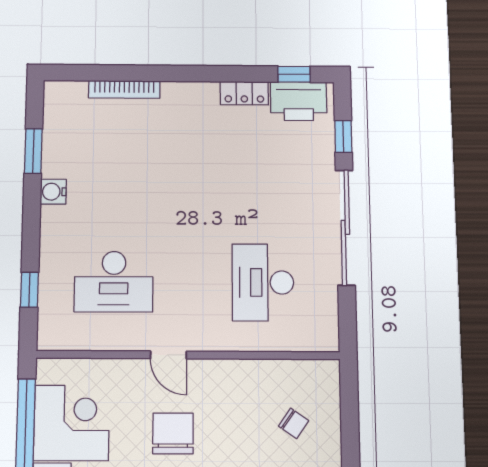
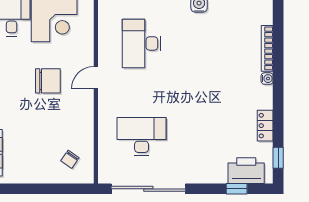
water cooler: (171, 90) -> (267, 79), added
printer: (299, 101) -> (246, 171), moved, turned 90
sliding door: (345, 227) -> (148, 189), moved
chair: (294, 423) -> (70, 159), moved

